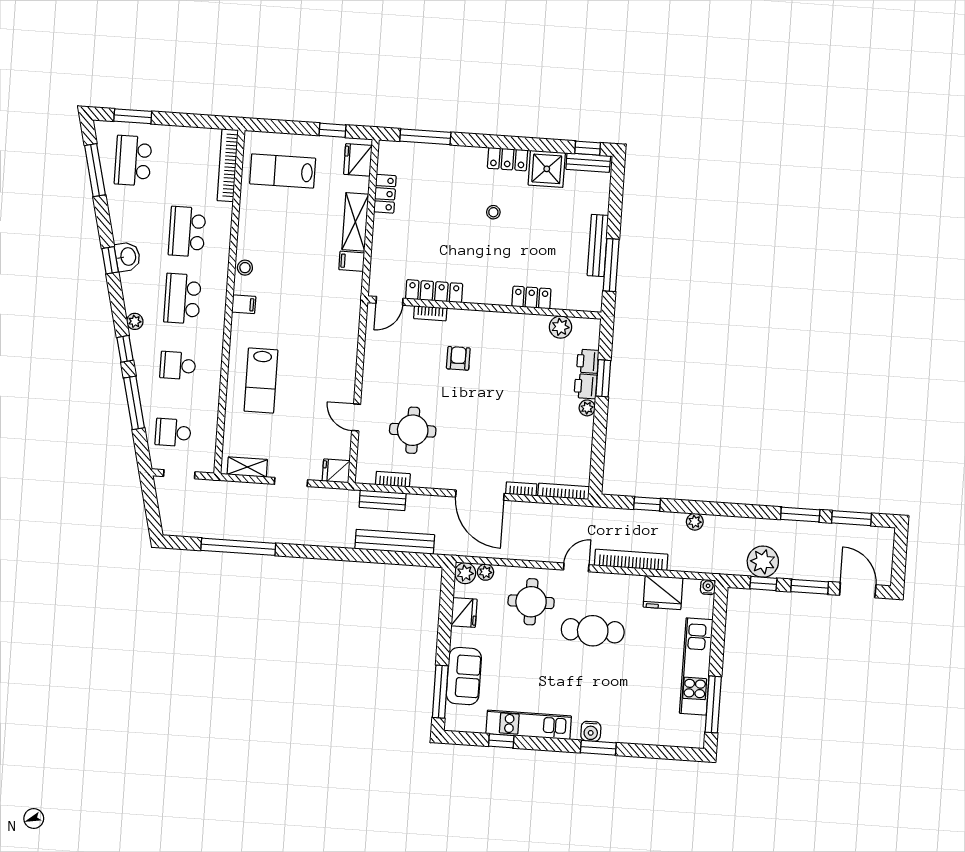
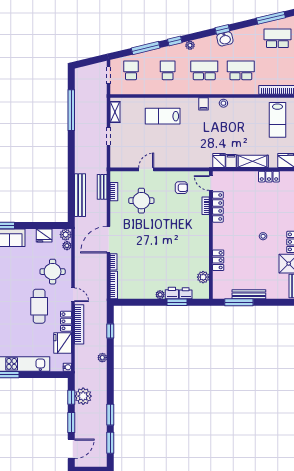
lab bench: (283, 171) -> (277, 120), turned 180
armchair: (458, 358) -> (181, 188), moved
fridge: (336, 471) -> (219, 160), moved
locker: (624, 584) -> (66, 321), added

